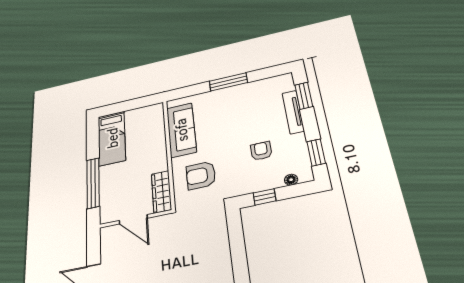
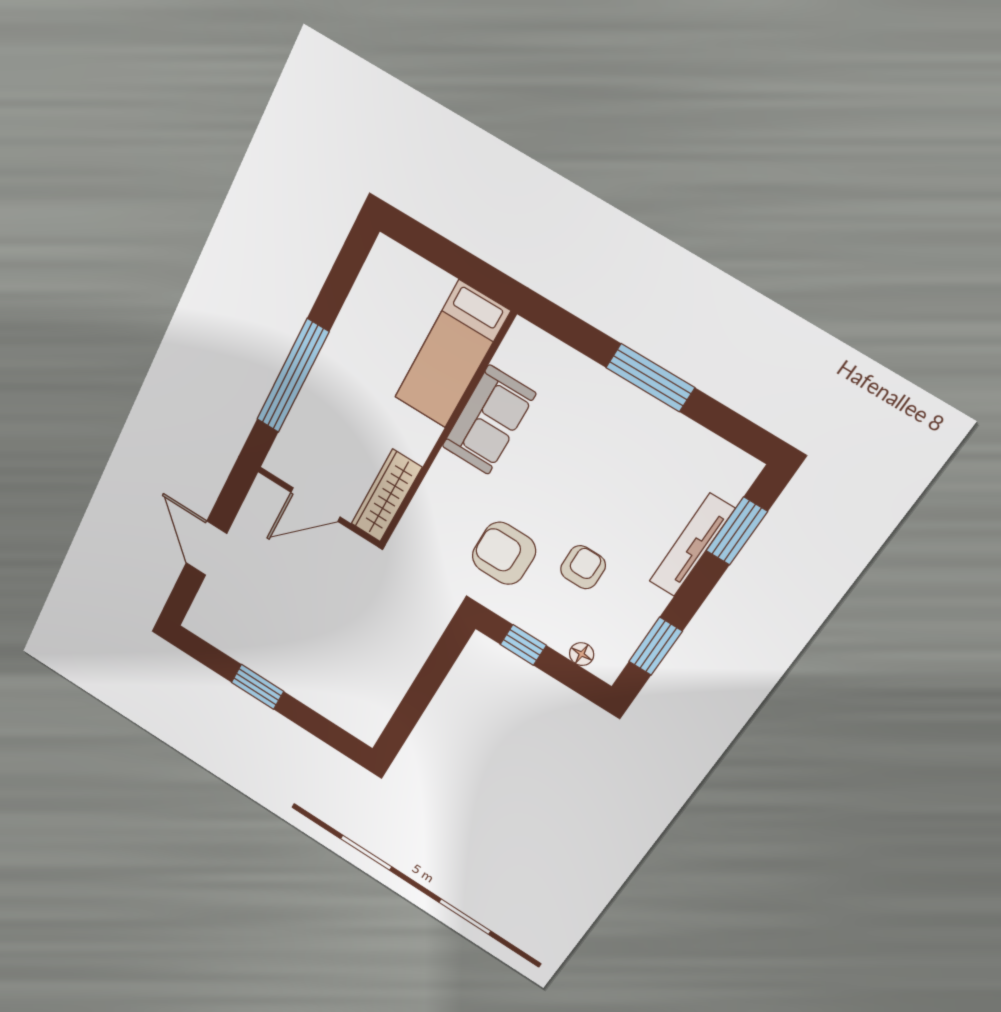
sofa: (181, 130) -> (489, 420), width x0.73
bed: (112, 138) -> (452, 355), moved
armchair: (201, 175) -> (504, 553), moved
door: (133, 219) -> (315, 505), hinge flipped

